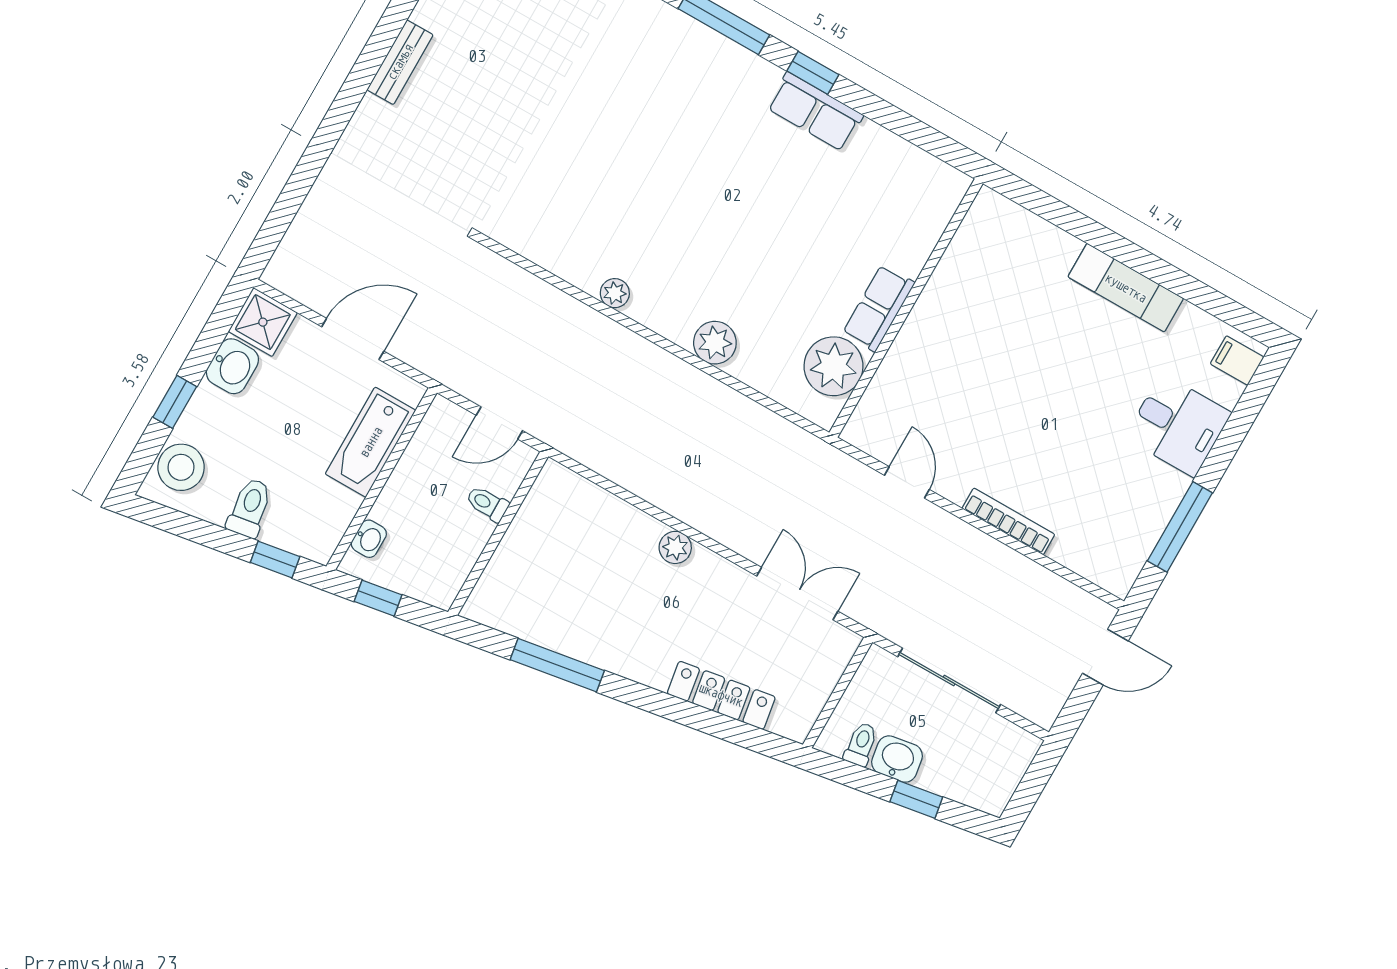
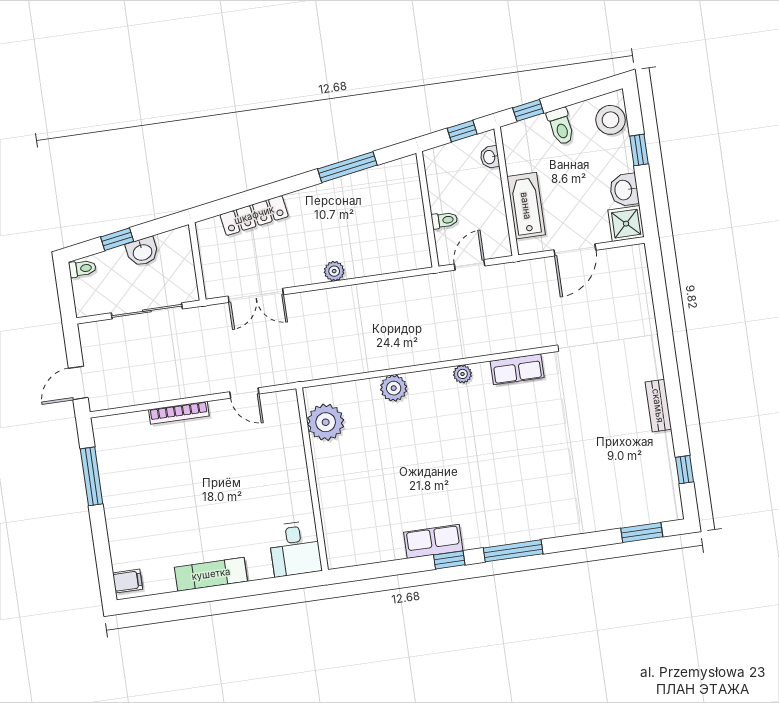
row of seats: (879, 308) -> (517, 369), moved, turned 90
desk: (1178, 425) -> (295, 549), moved, turned -90
toilet: (861, 744) -> (82, 269), moved, turned -81

